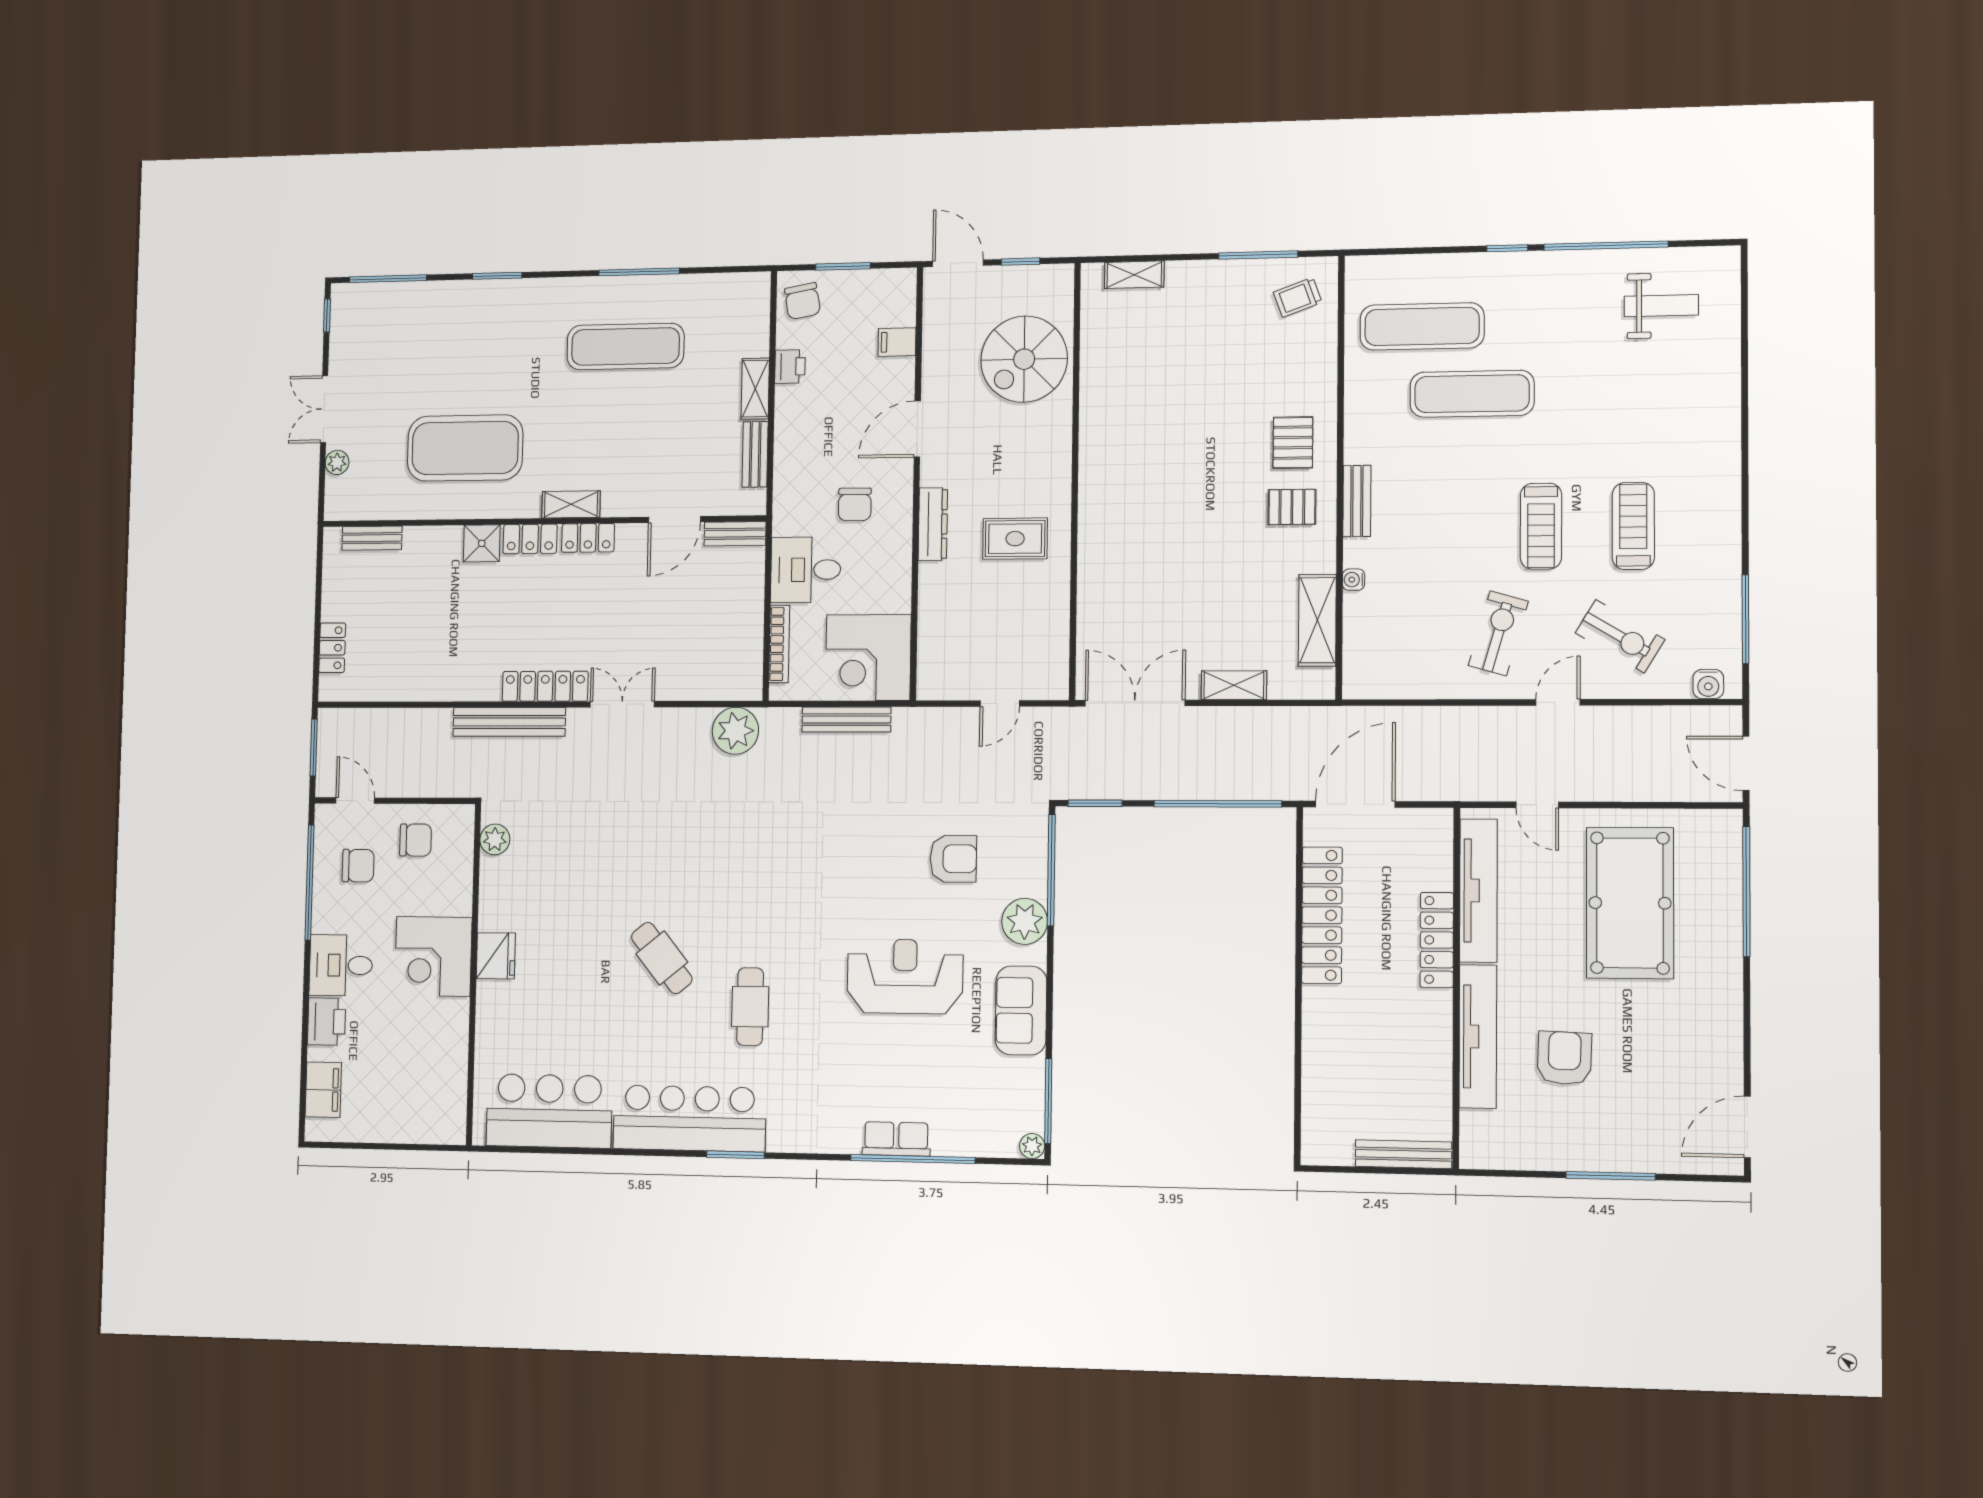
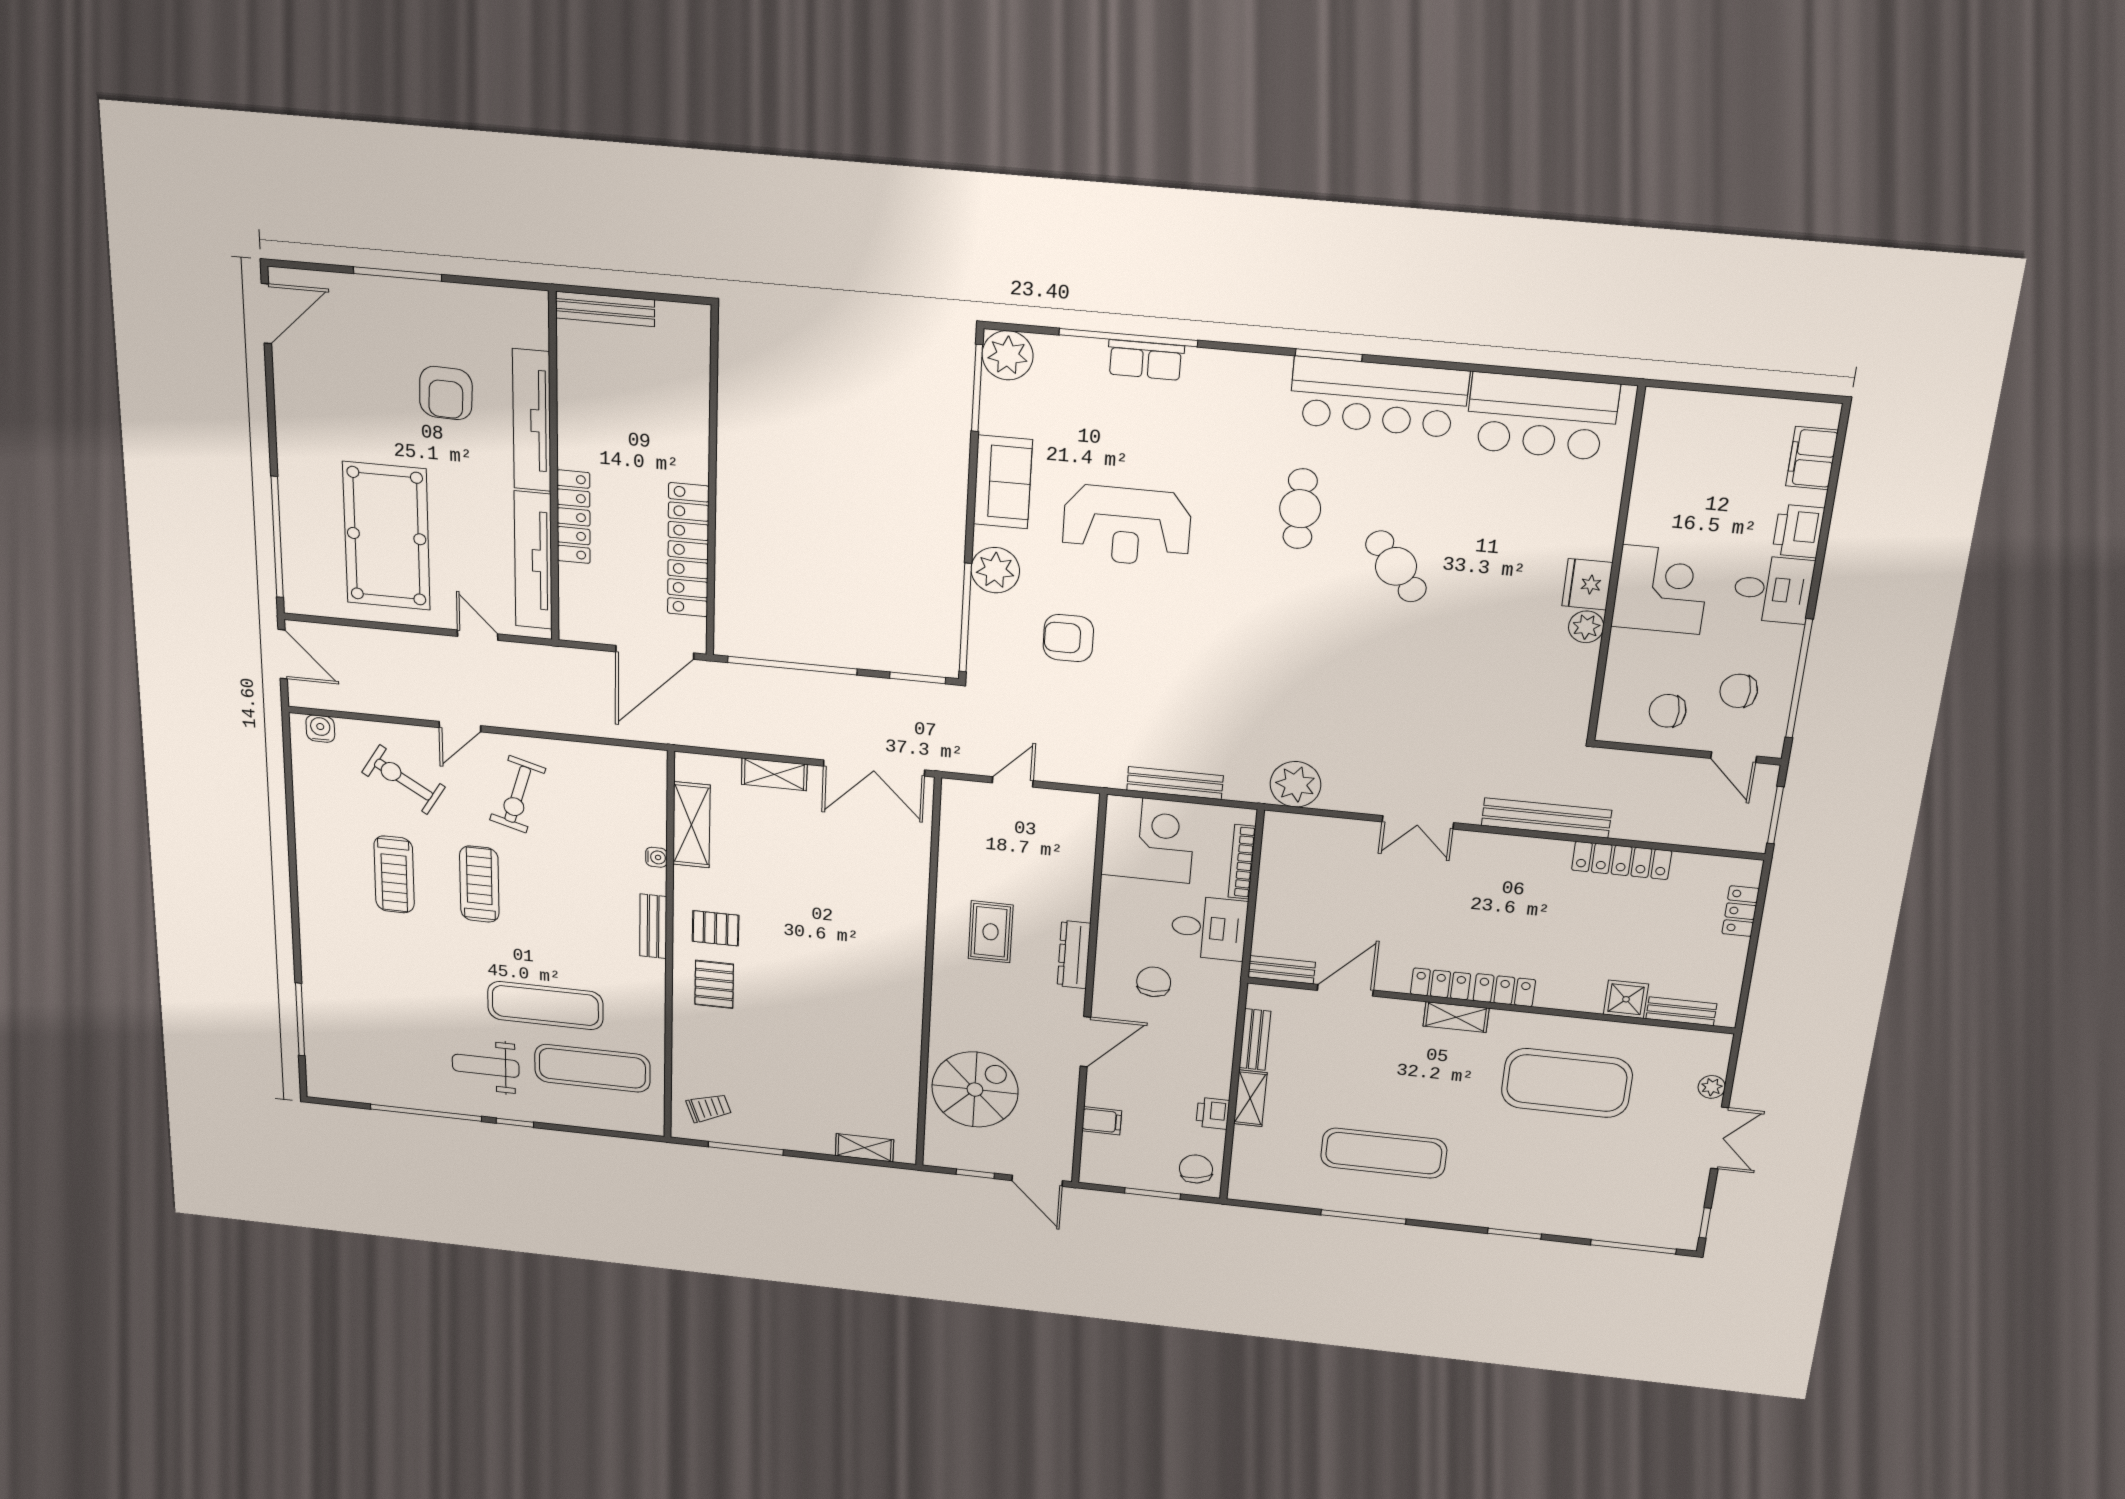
weight bench: (1661, 306) -> (486, 1066), moved
rug: (1015, 539) -> (991, 932), turned 90
shower: (482, 543) -> (1626, 999), moved
window: (1745, 619) -> (300, 1020), moved
locker: (545, 686) -> (1622, 860), moved
plant: (495, 839) -> (1586, 627), moved
plant: (1032, 1146) -> (1008, 355), width x1.87, depth x1.87

